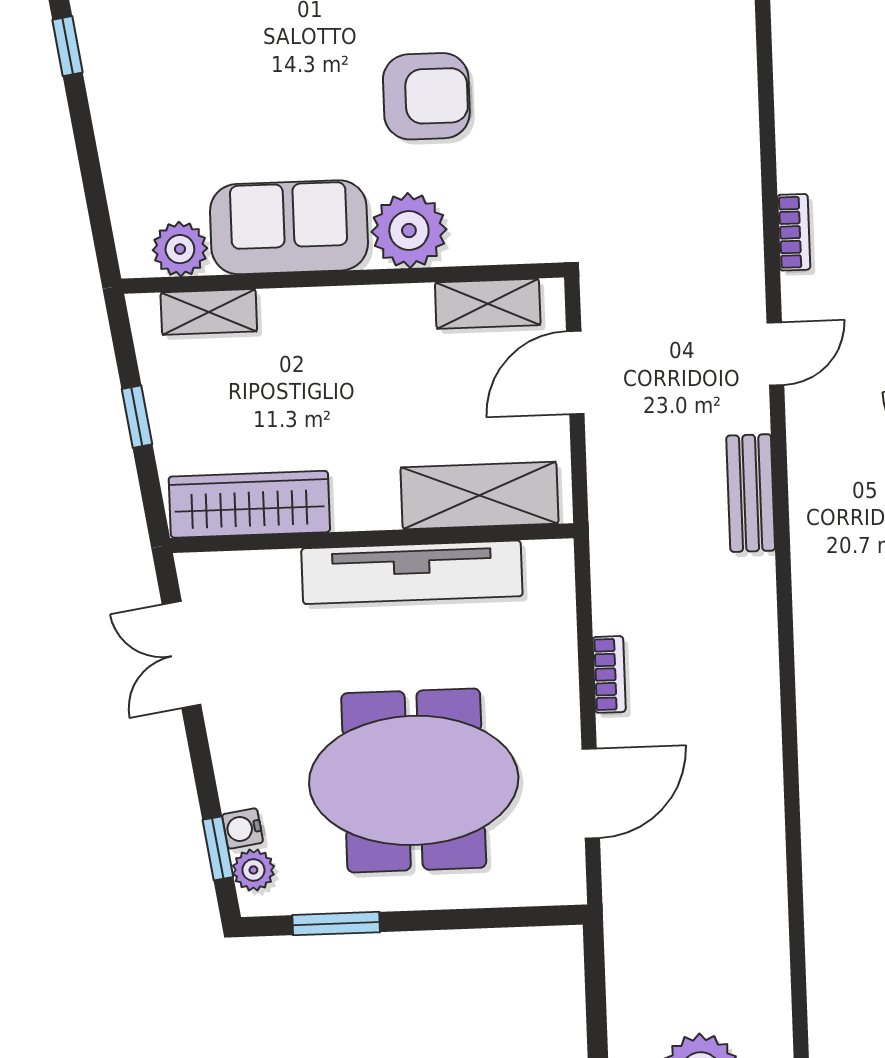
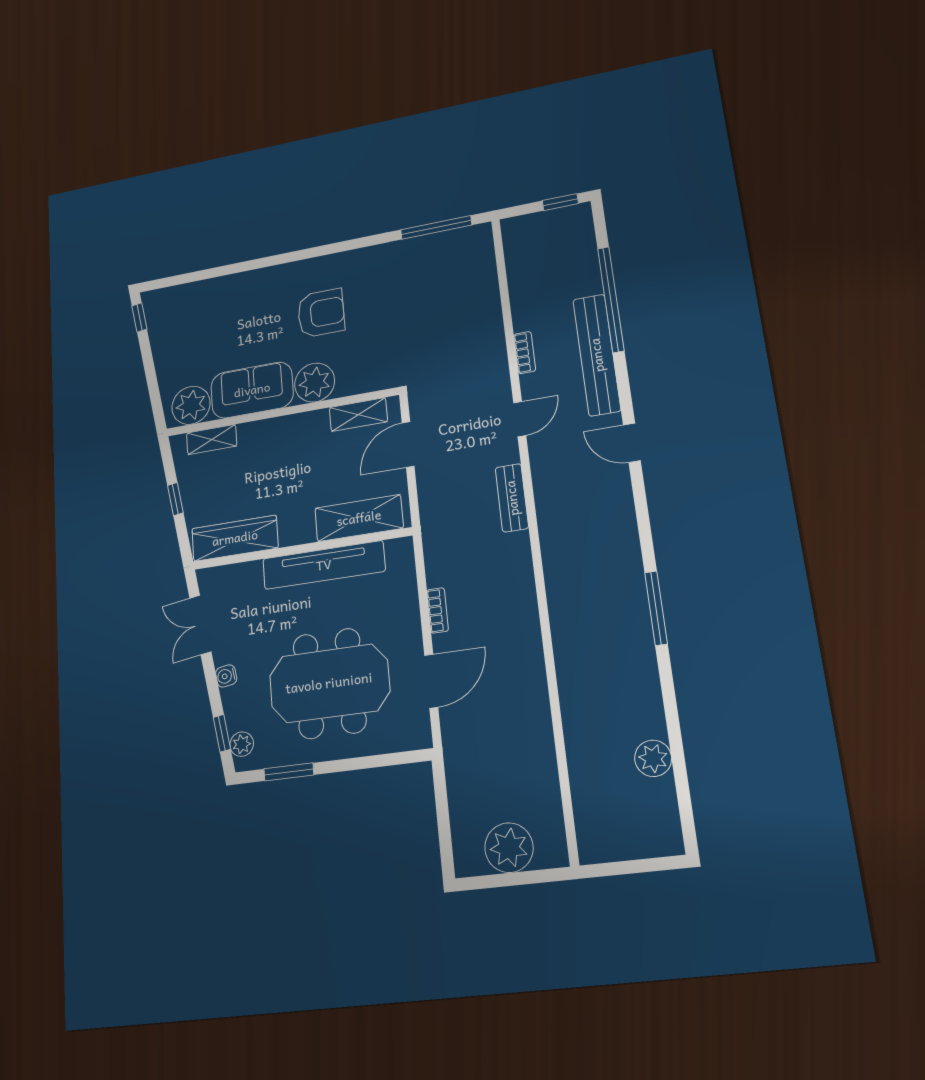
plant: (180, 249) -> (191, 405), width x1.36, depth x1.36
water cooler: (242, 828) -> (226, 676), moved

